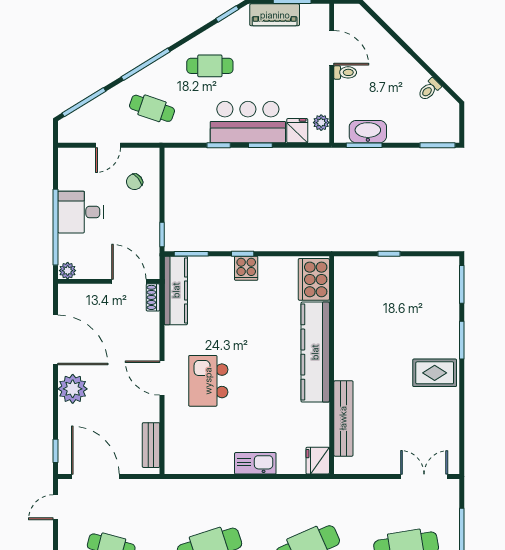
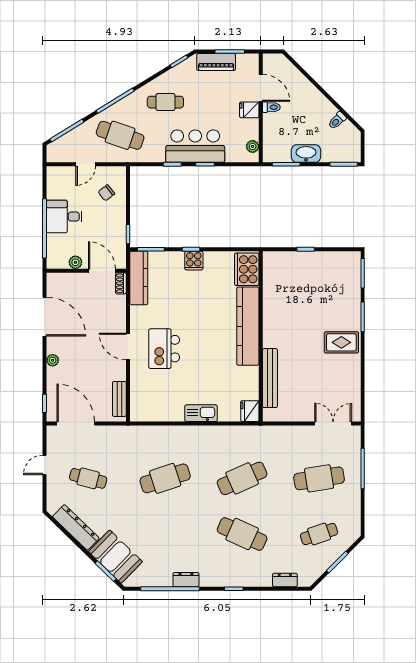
cafe table: (152, 108) -> (120, 135), width x1.37, depth x1.35
fridge: (297, 131) -> (249, 110), moved, turned -90
washbasin: (368, 132) -> (306, 154), moved
plant: (68, 271) -> (75, 262), moved
plant: (73, 389) -> (53, 360), width x0.53, depth x0.53
door: (56, 507) -> (45, 465), moved

